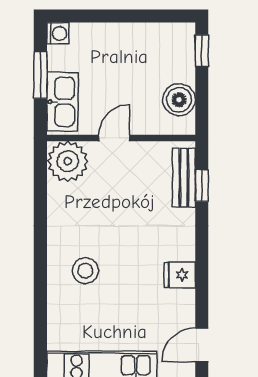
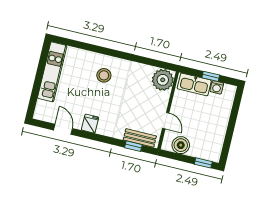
washing machine: (58, 33) -> (217, 87), moved
window: (40, 75) -> (211, 76), width x0.67
door: (114, 138) -> (166, 121), moved
door: (202, 345) -> (63, 129), moved

